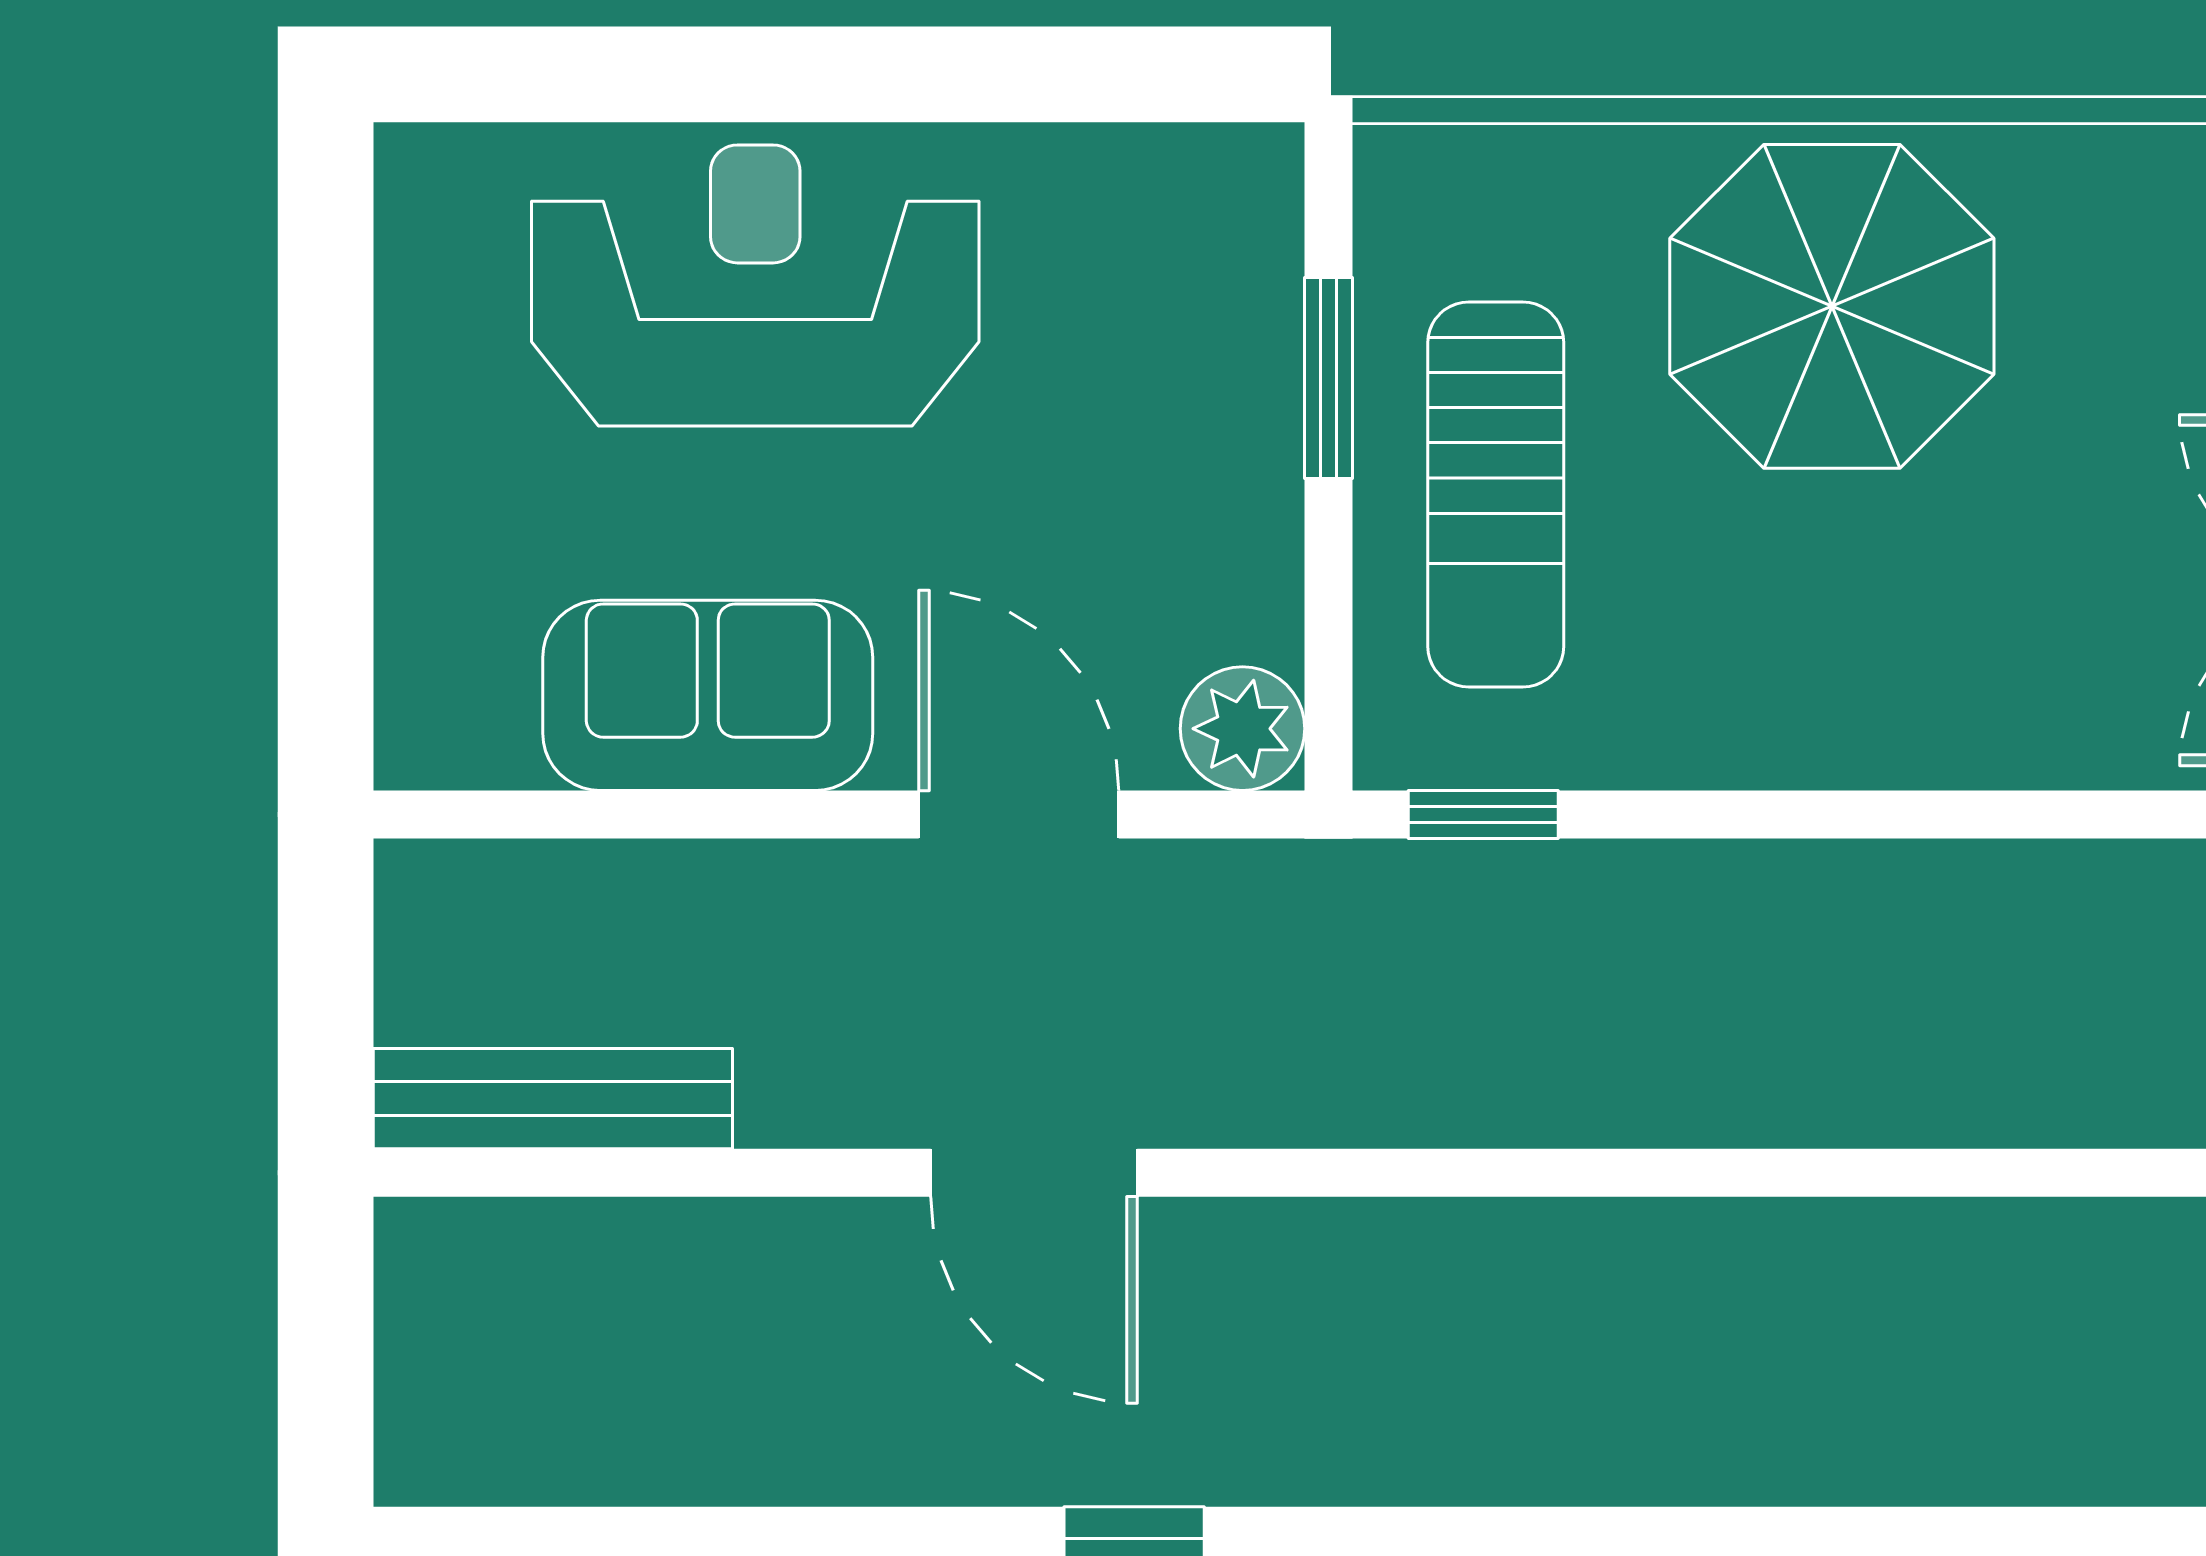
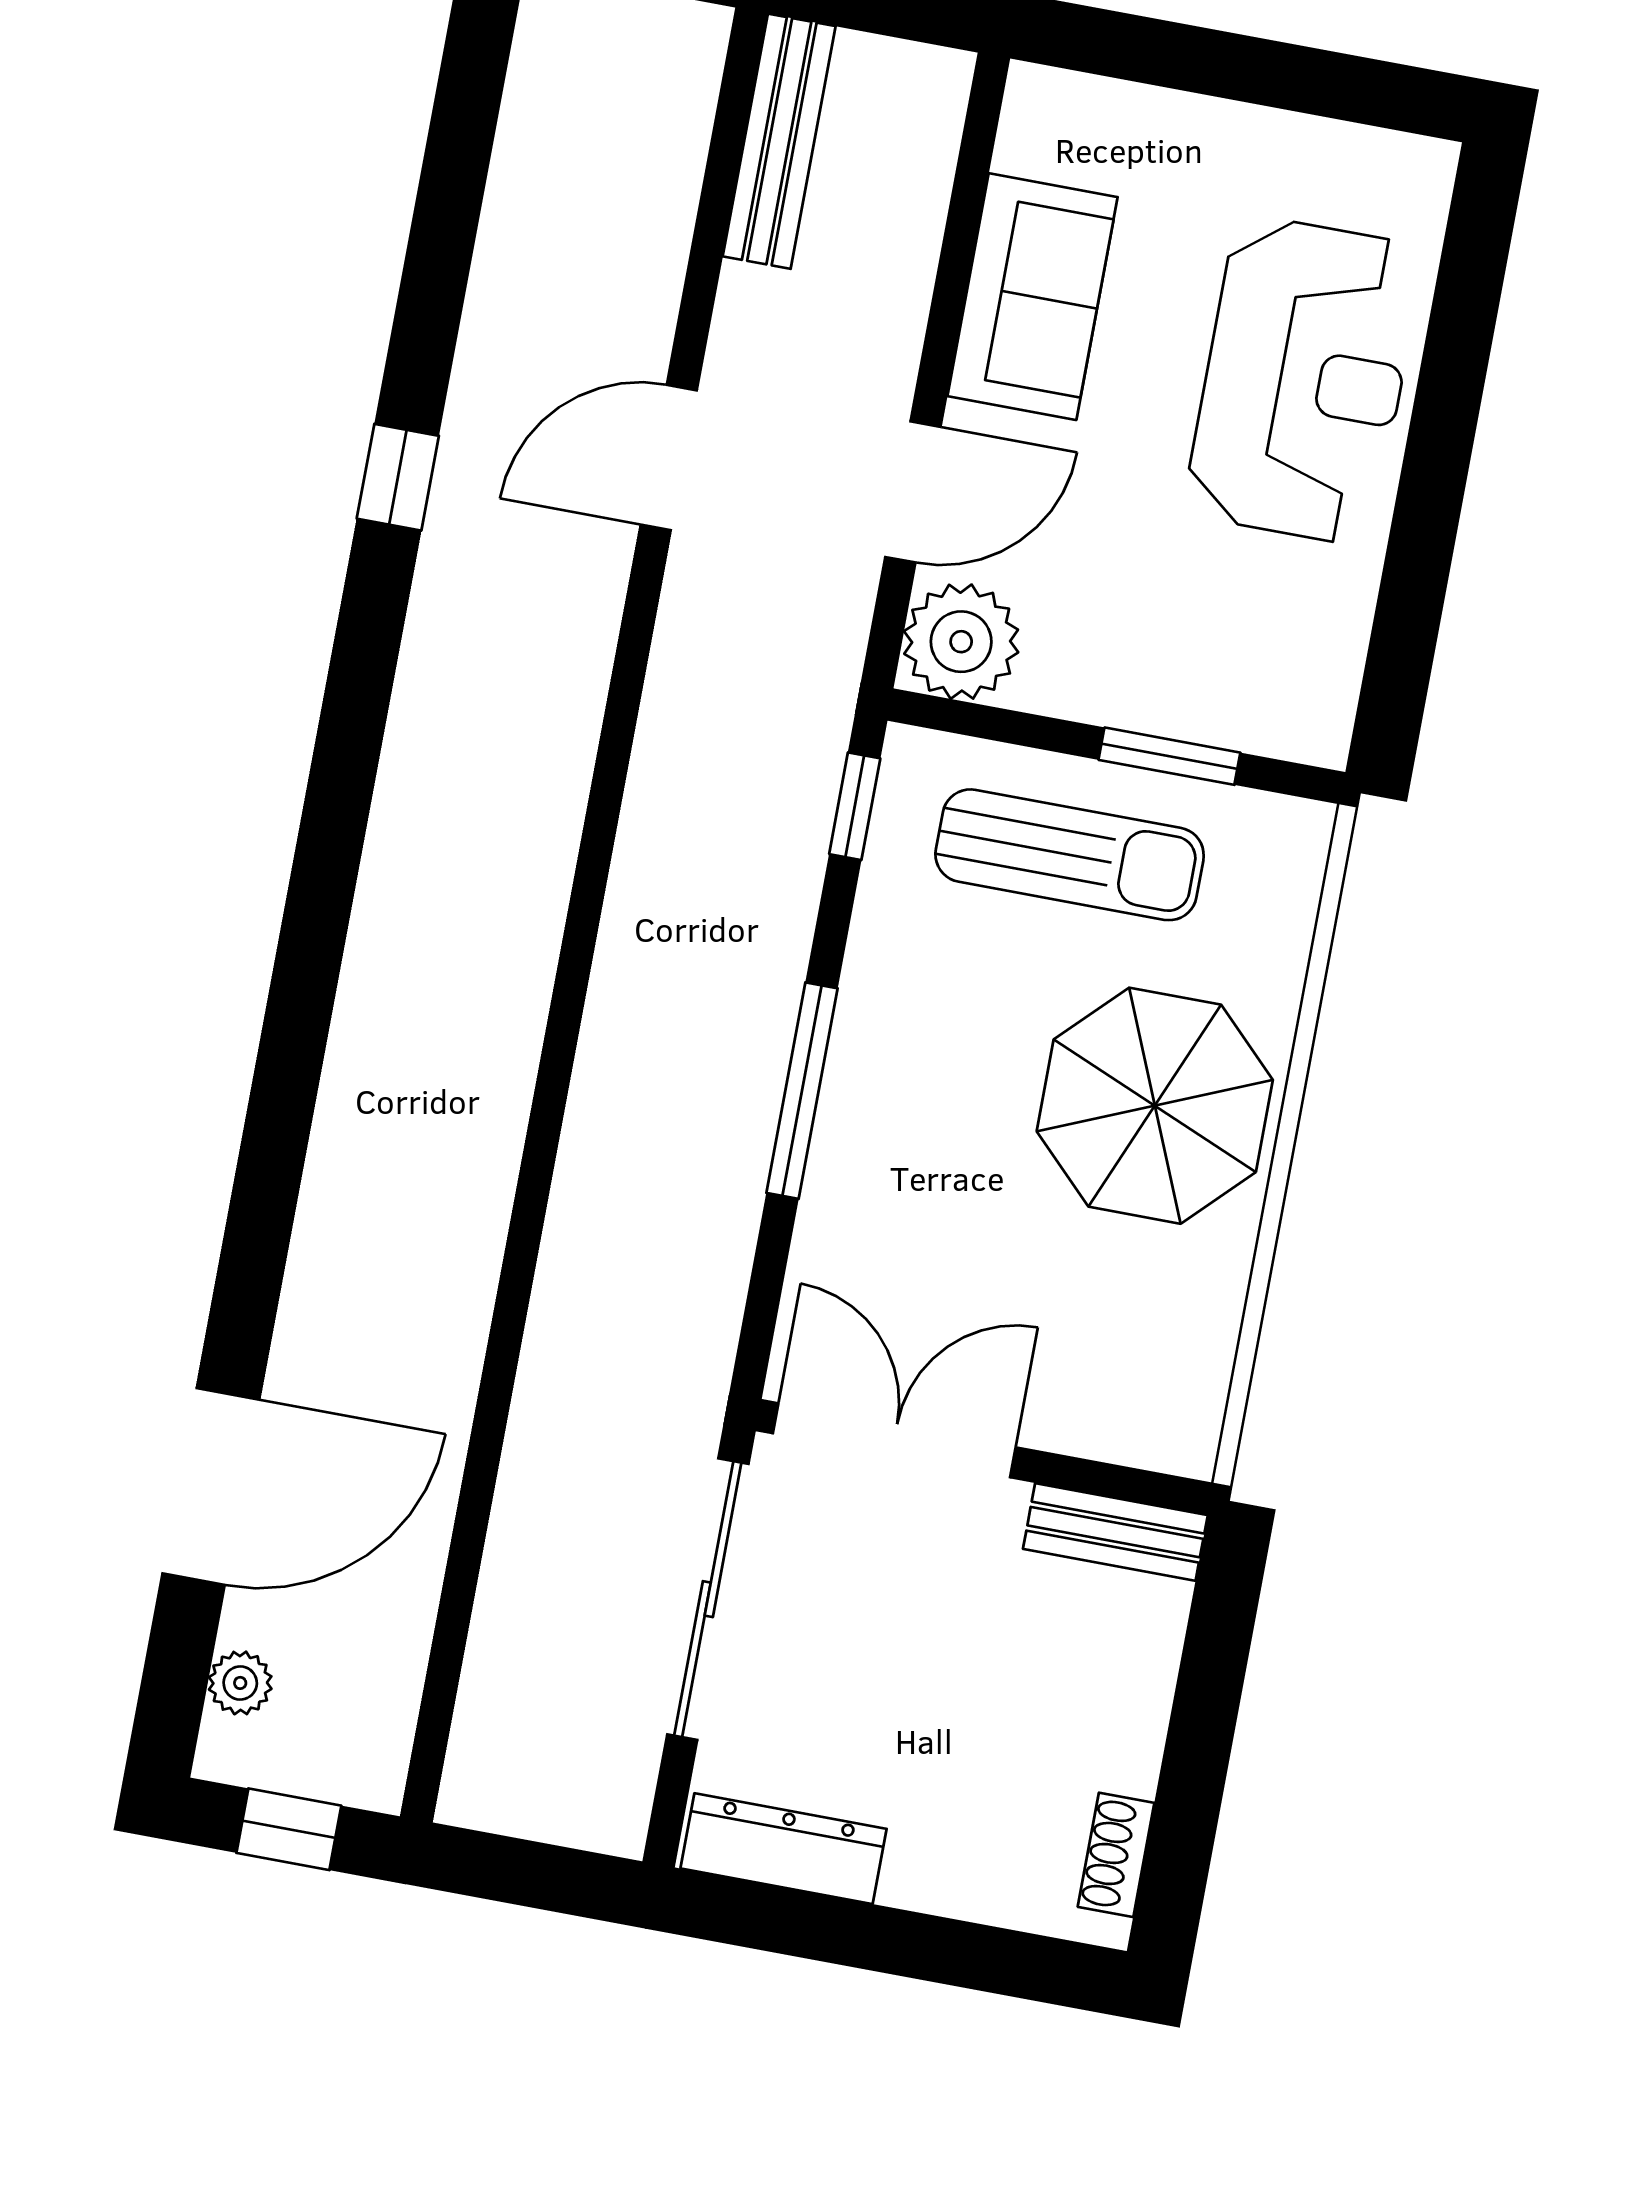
sun lounger: (1496, 495) -> (1070, 855), turned 180
plant: (1242, 729) -> (961, 642), width x1.36, depth x1.36
window: (1904, 815) -> (802, 1091), added

